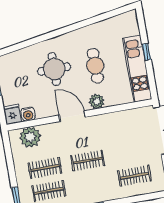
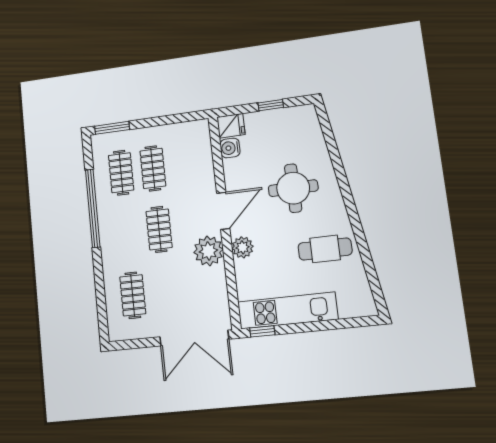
window: (146, 52) -> (262, 331), moved
cafe table: (95, 66) -> (325, 249), moved
plant: (30, 137) -> (208, 251), moved

